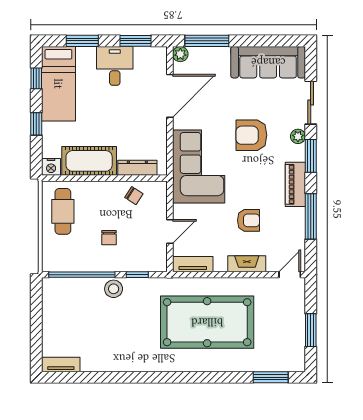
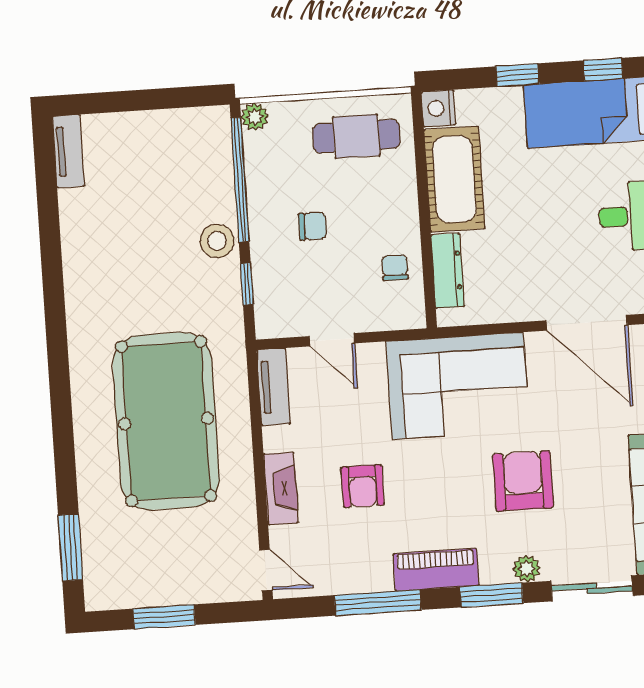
chair: (134, 196) -> (395, 268), turned 147
chair: (109, 238) -> (313, 226), turned 180
plant: (49, 264) -> (255, 117), added

